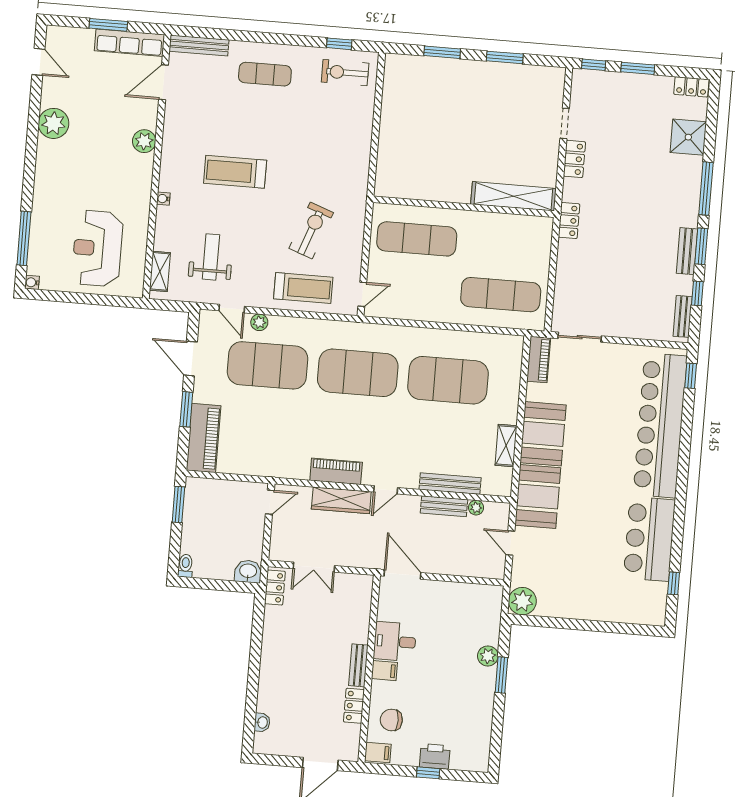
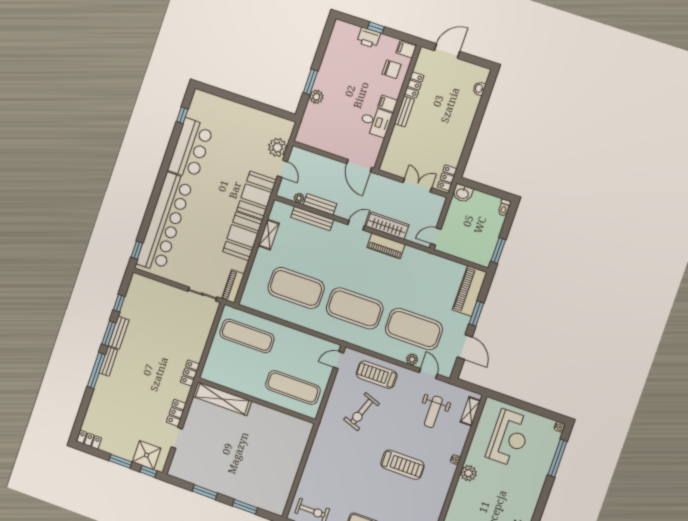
shower: (688, 137) -> (147, 455), moved
plant: (144, 141) -> (468, 473), moved
bench: (683, 316) -> (108, 361), moved
plant: (522, 601) -> (277, 147), moved

